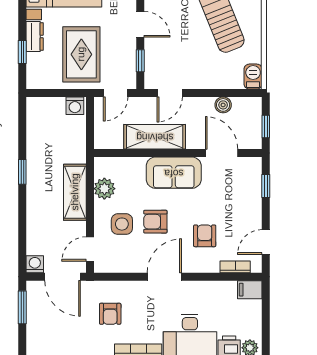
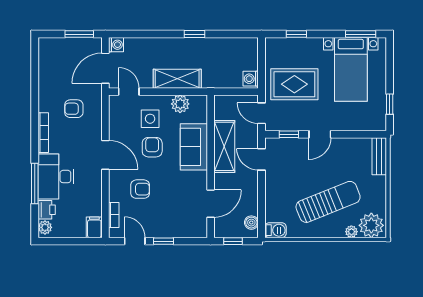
dresser: (35, 37) -> (310, 45), removed
boiler: (223, 105) -> (251, 223), moved
sofa: (174, 173) -> (194, 147), moved
window: (266, 186) -> (163, 241), moved

